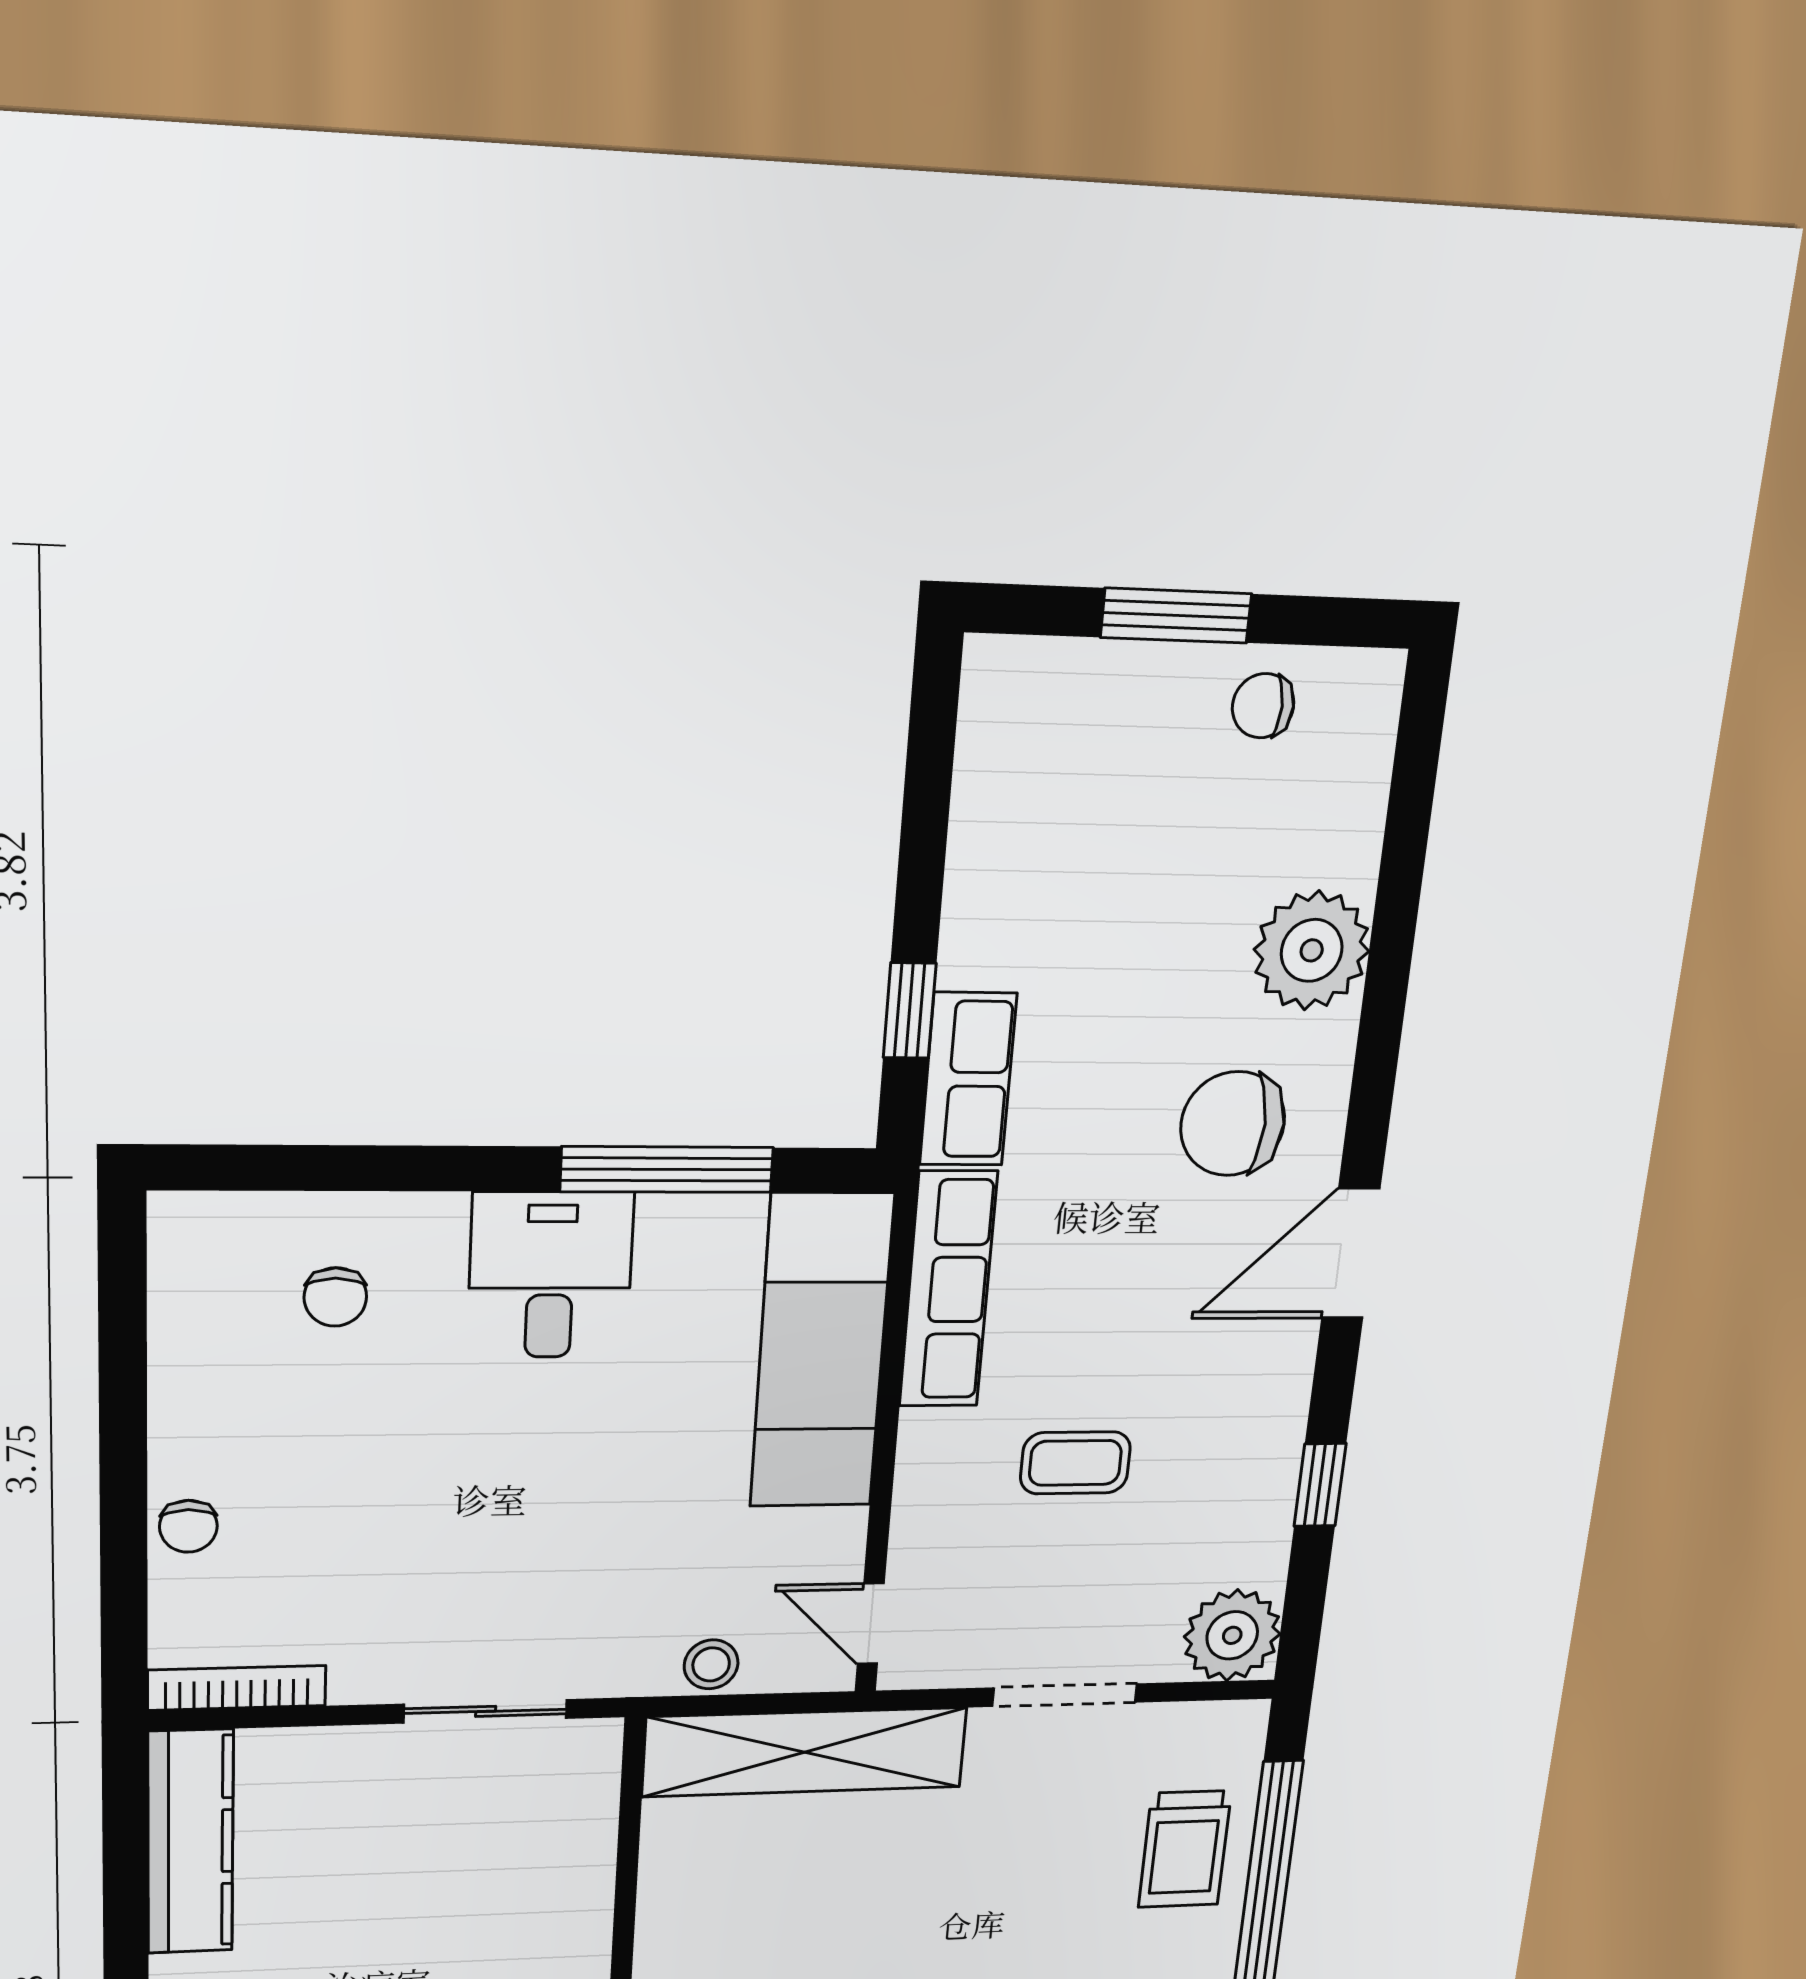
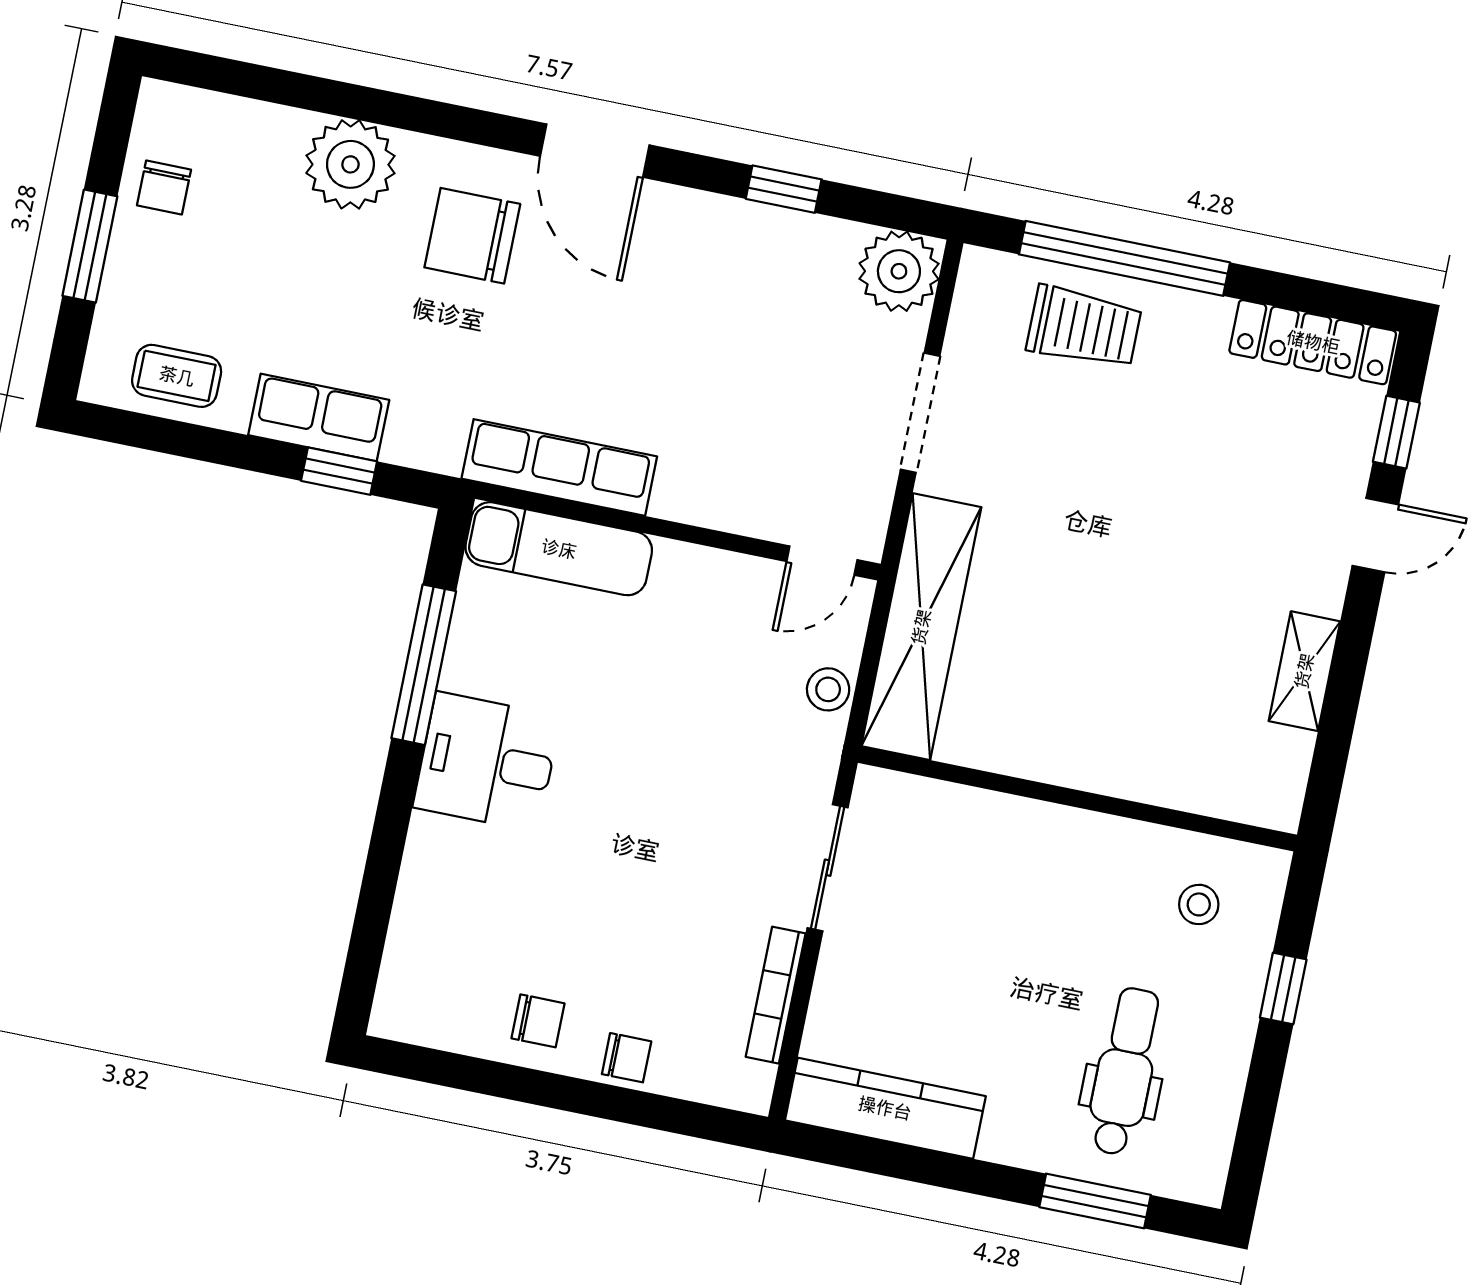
row of seats: (968, 1079) -> (319, 417), moved
chair: (1233, 1124) -> (472, 236), turned 90
chair: (335, 1297) -> (538, 1021), moved
exam couch: (822, 1352) -> (559, 549), width x0.73, depth x0.69
coffee table: (1075, 1463) -> (177, 376), moved, turned 90
bookcase: (237, 1688) -> (776, 995), moved

